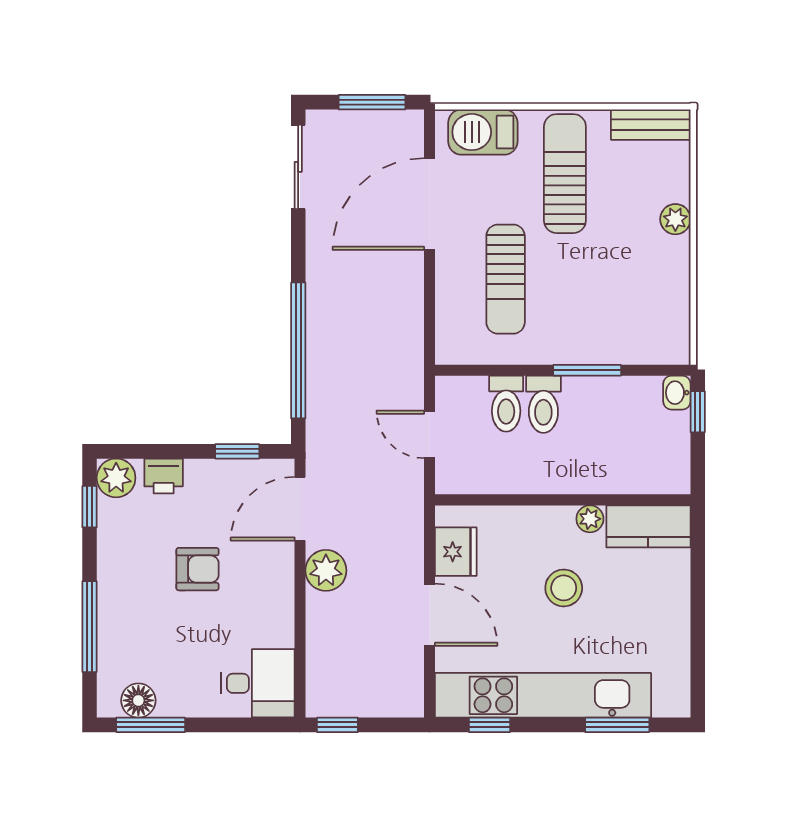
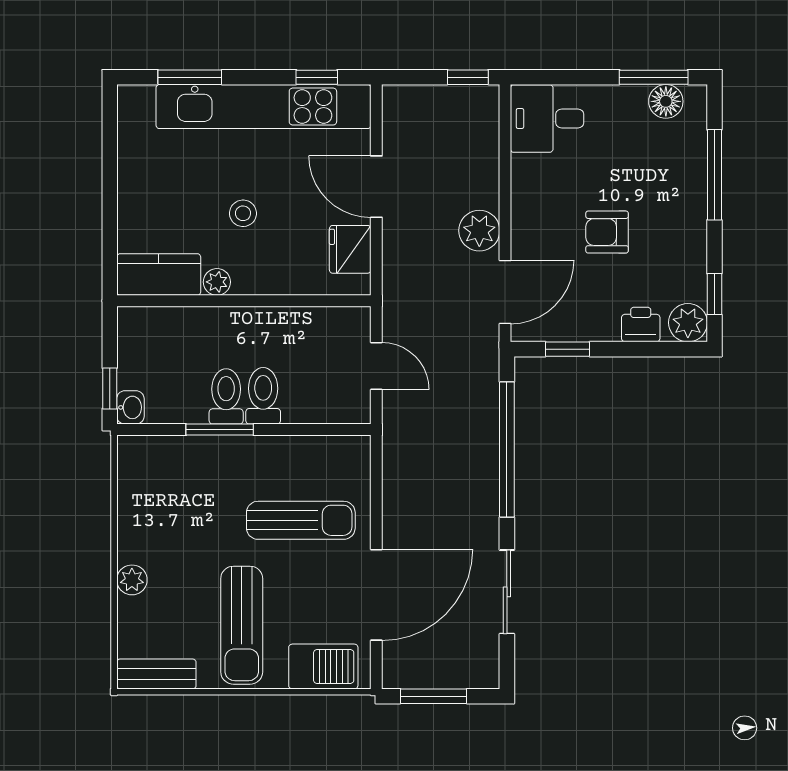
sliding door: (298, 167) -> (507, 592), moved
sun lounger: (506, 279) -> (301, 520), turned 90
toilet: (506, 404) -> (226, 396), moved
stool: (564, 588) -> (243, 213), width x0.73, depth x0.73

